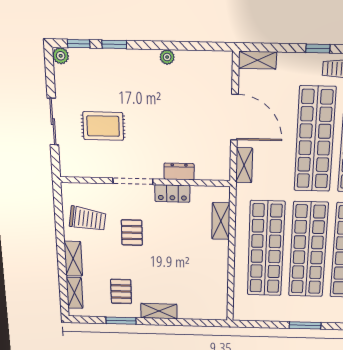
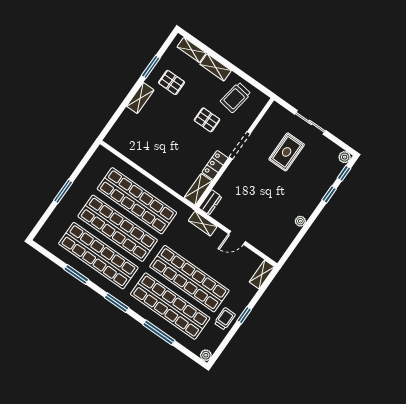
door: (234, 117) -> (237, 238), width x0.53
dresser: (179, 171) -> (210, 202), moved
shelving: (221, 221) -> (198, 189), moved, turned 90

